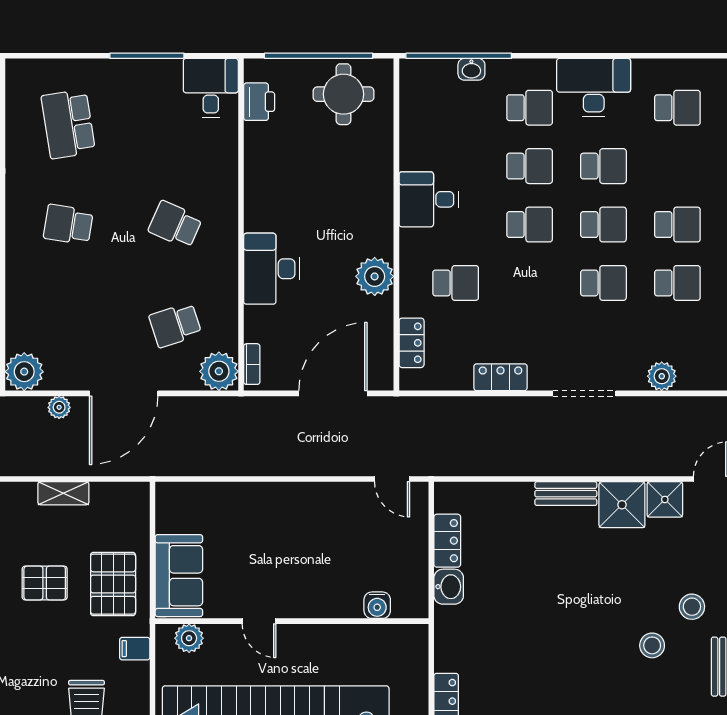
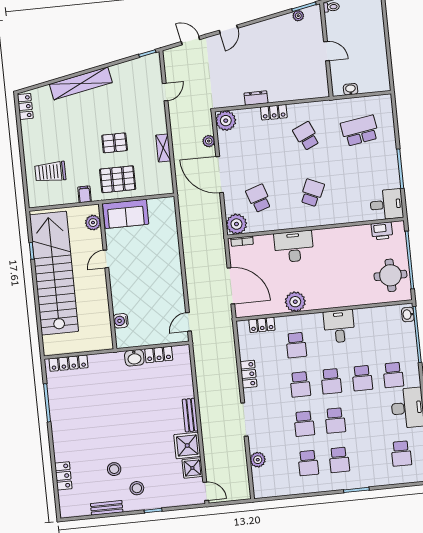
washbasin: (471, 69) -> (408, 314), moved
school desk: (603, 166) -> (300, 384), moved
school desk: (68, 225) -> (306, 136), turned -33
locker: (18, 281) -> (274, 112), added
pallet: (45, 583) -> (115, 143), turned 90

